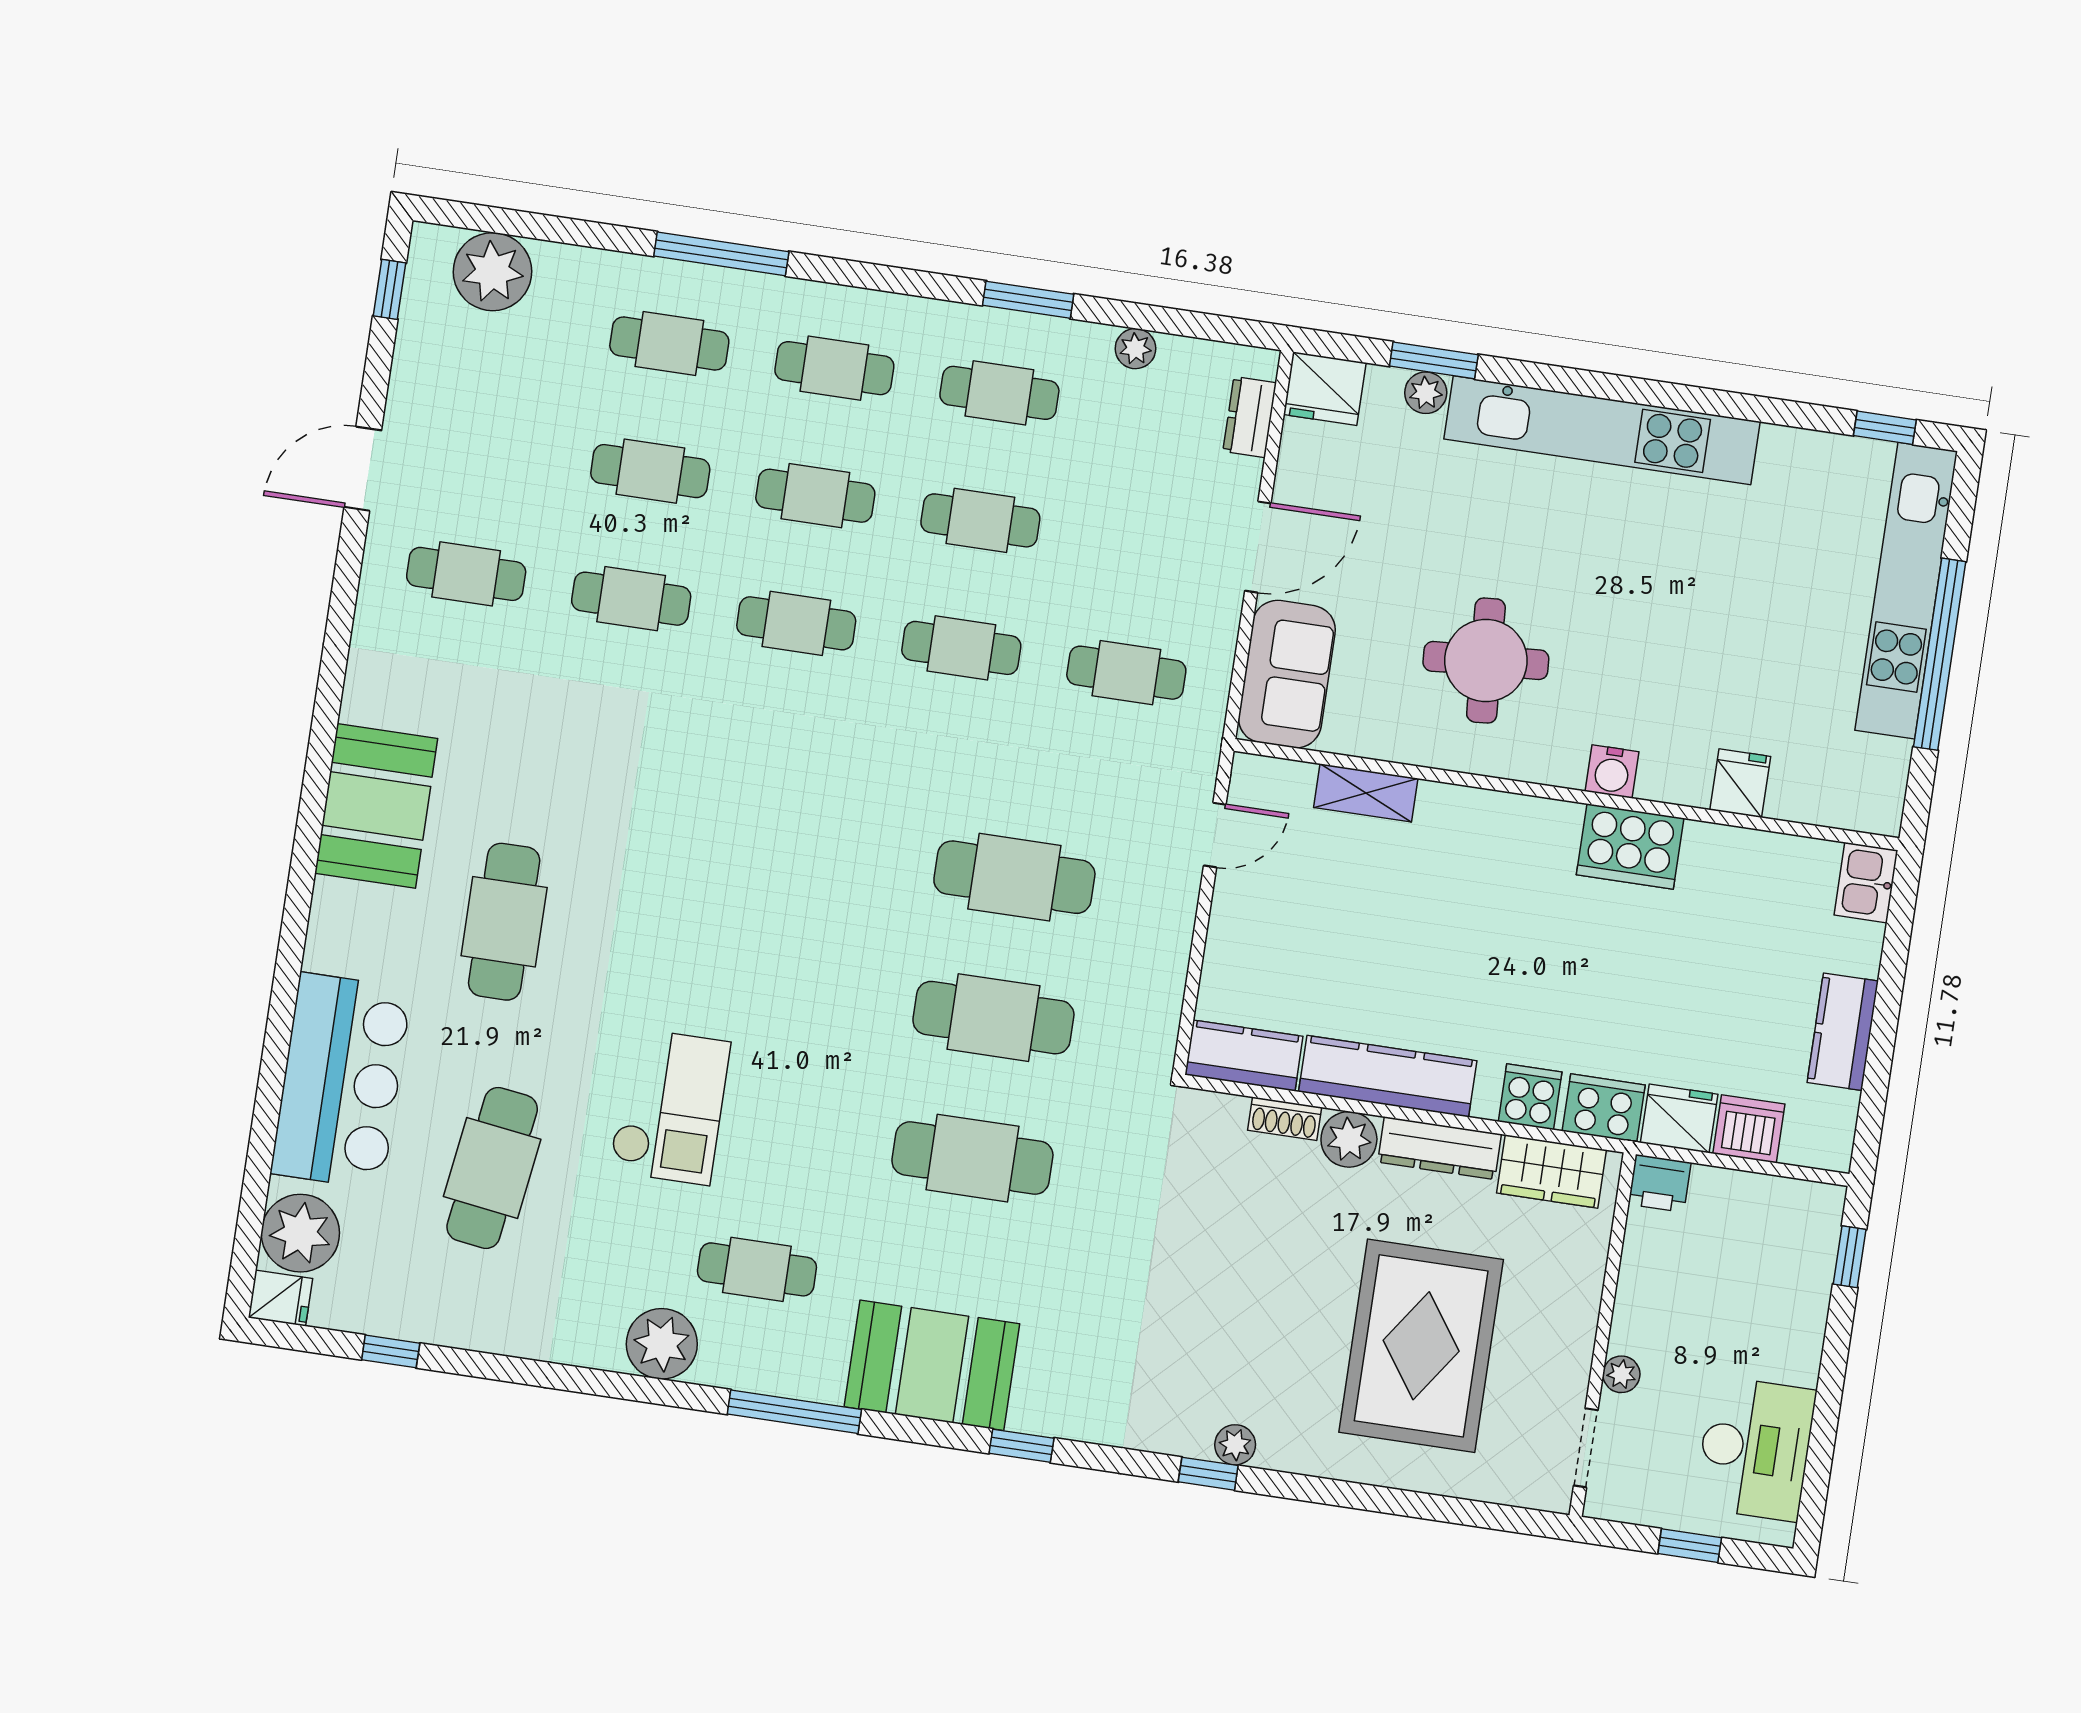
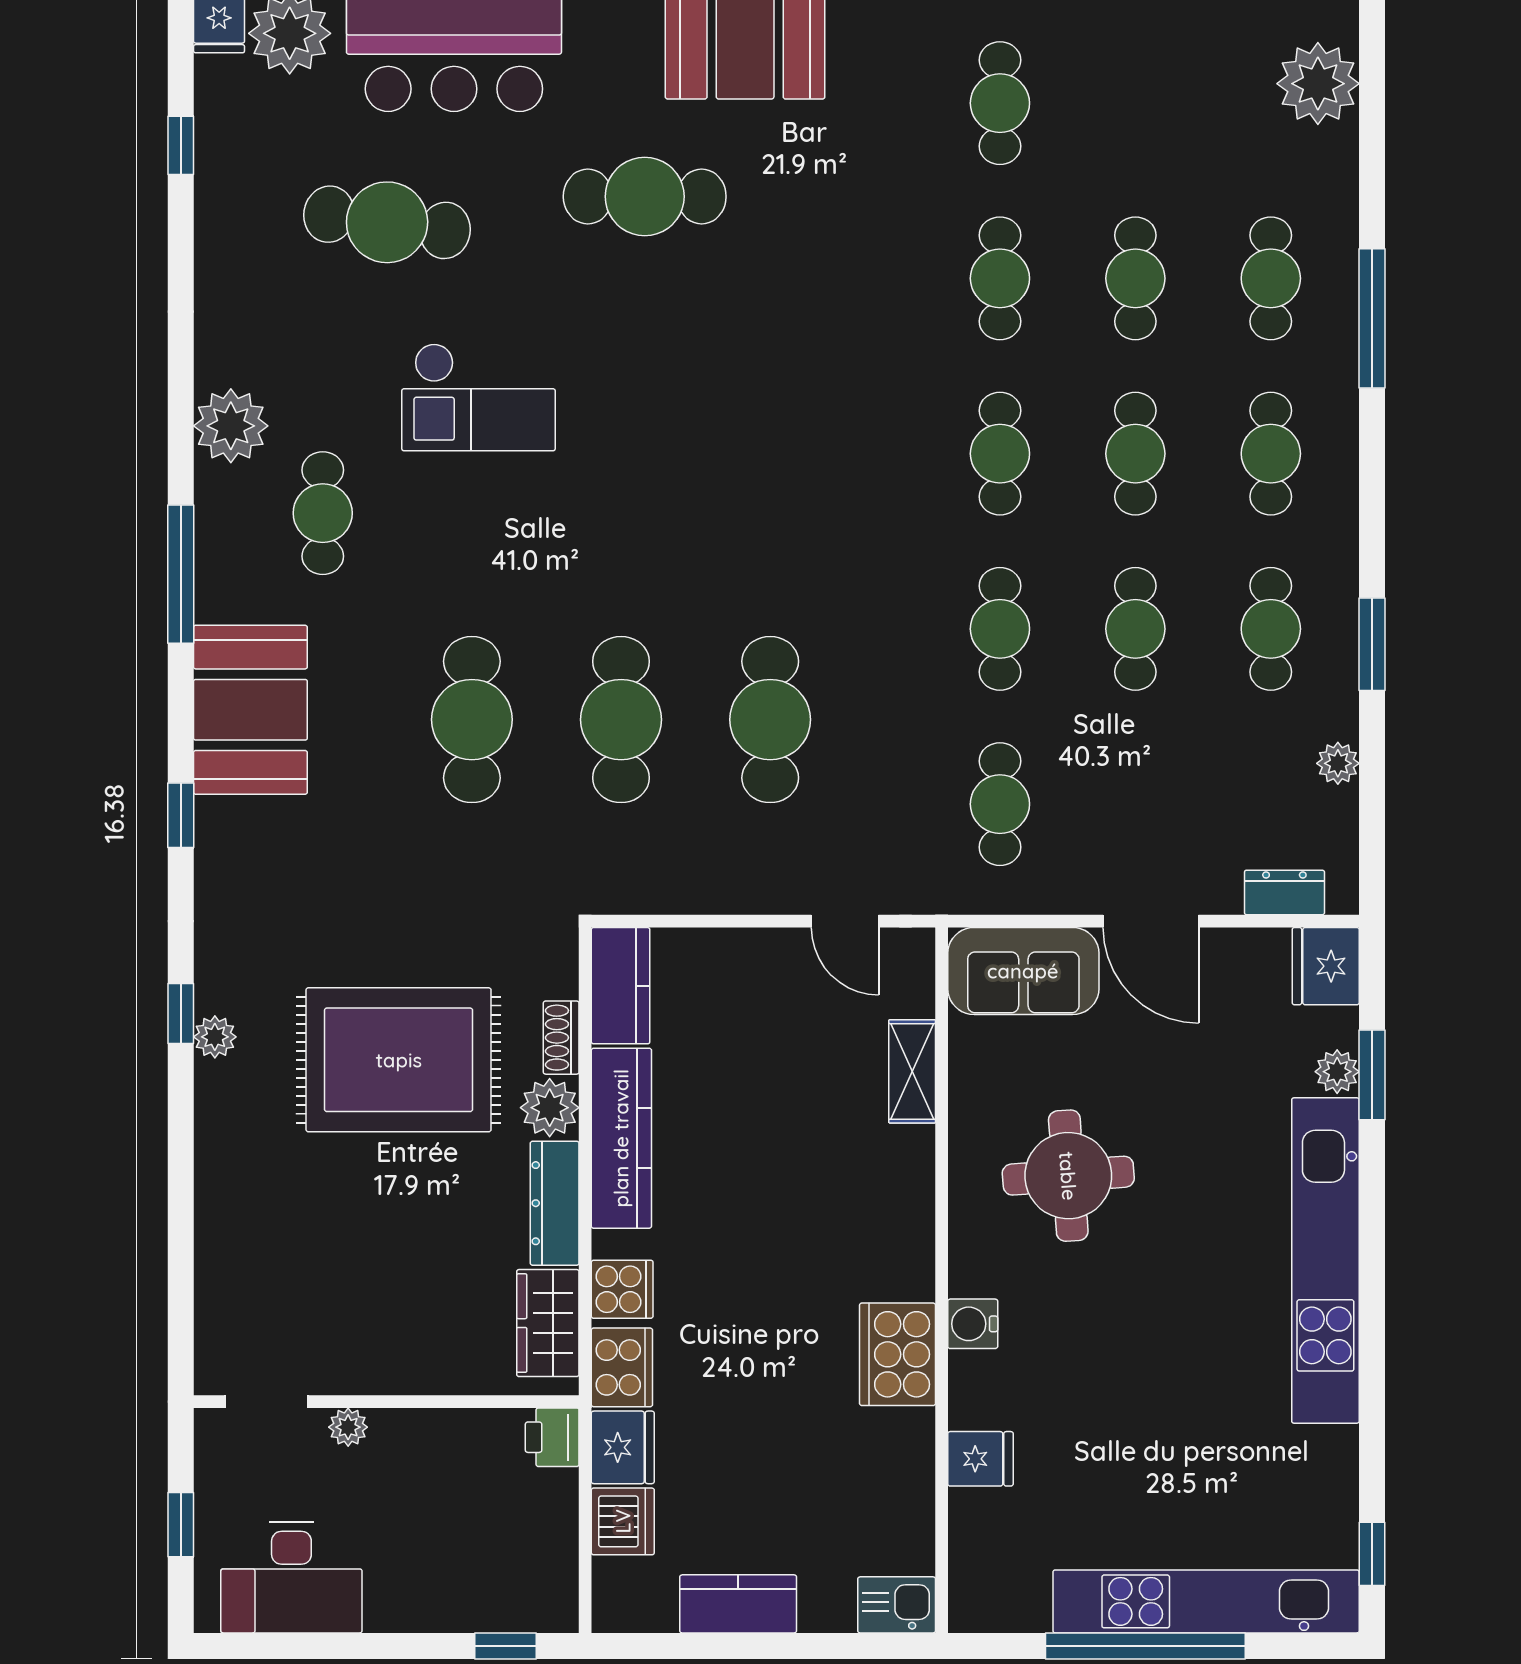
rug: (1421, 1346) -> (399, 1060), moved

